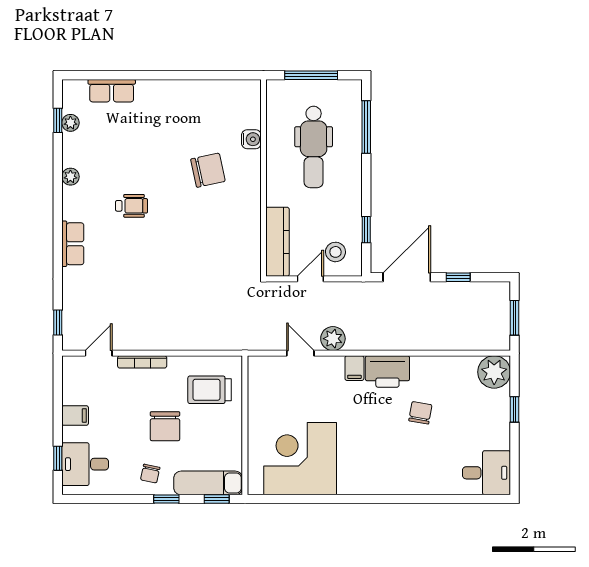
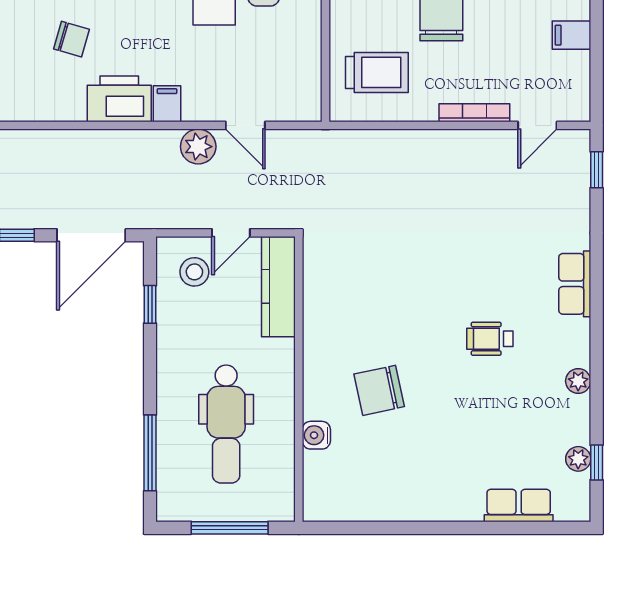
dental chair: (314, 147) -> (226, 424), turned 180
chair: (420, 413) -> (72, 39), turned -84

